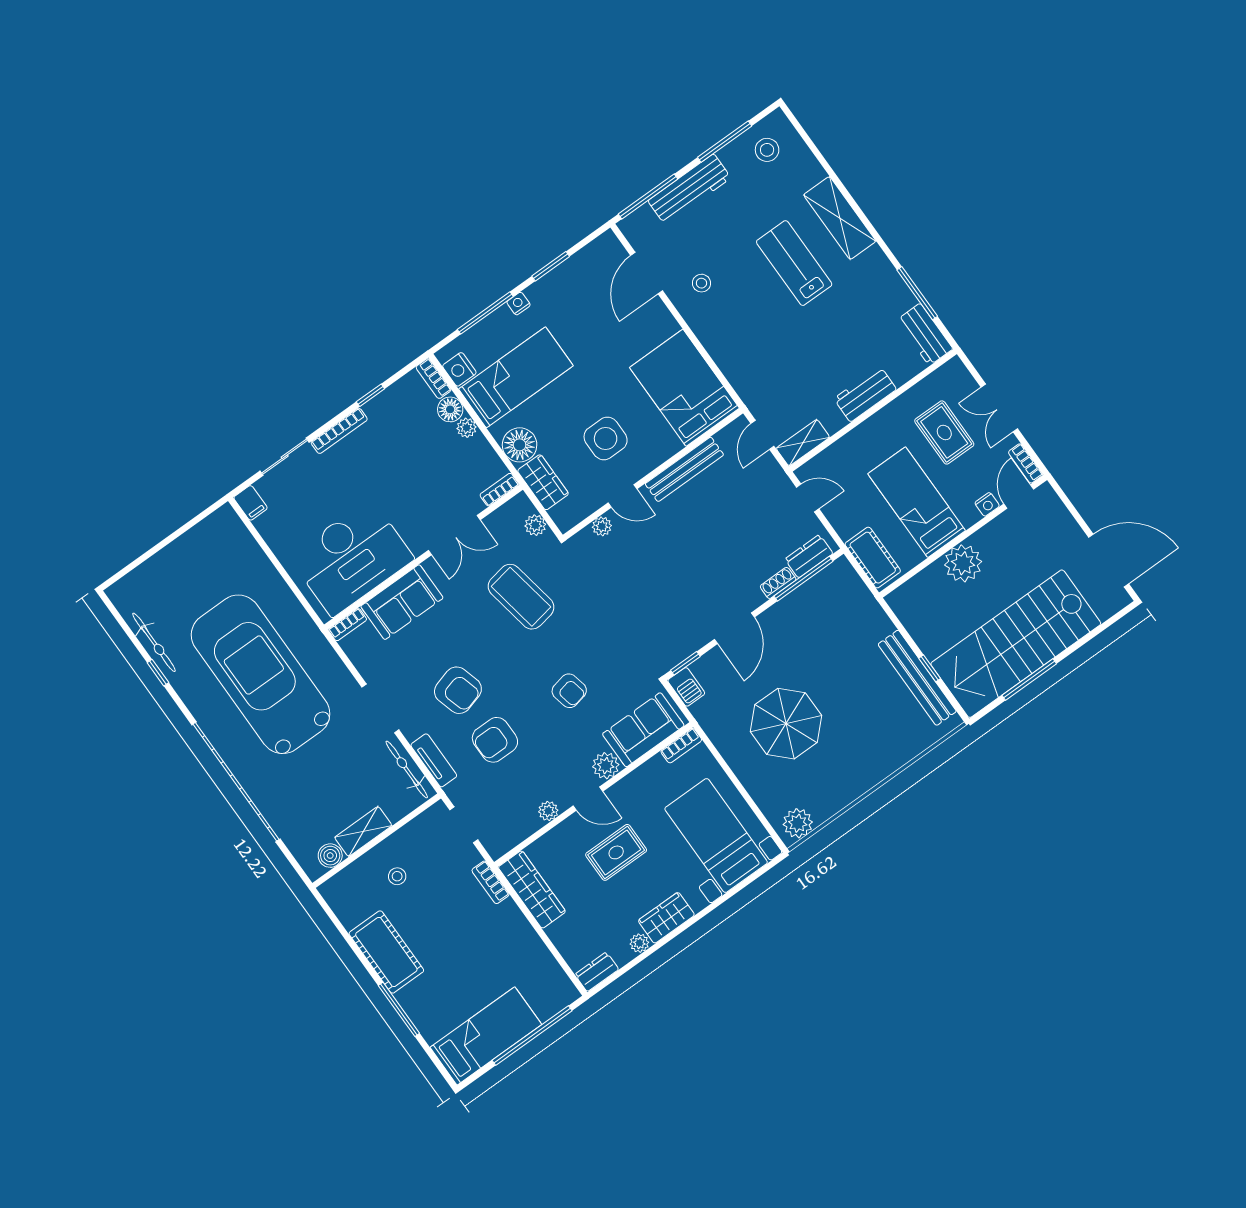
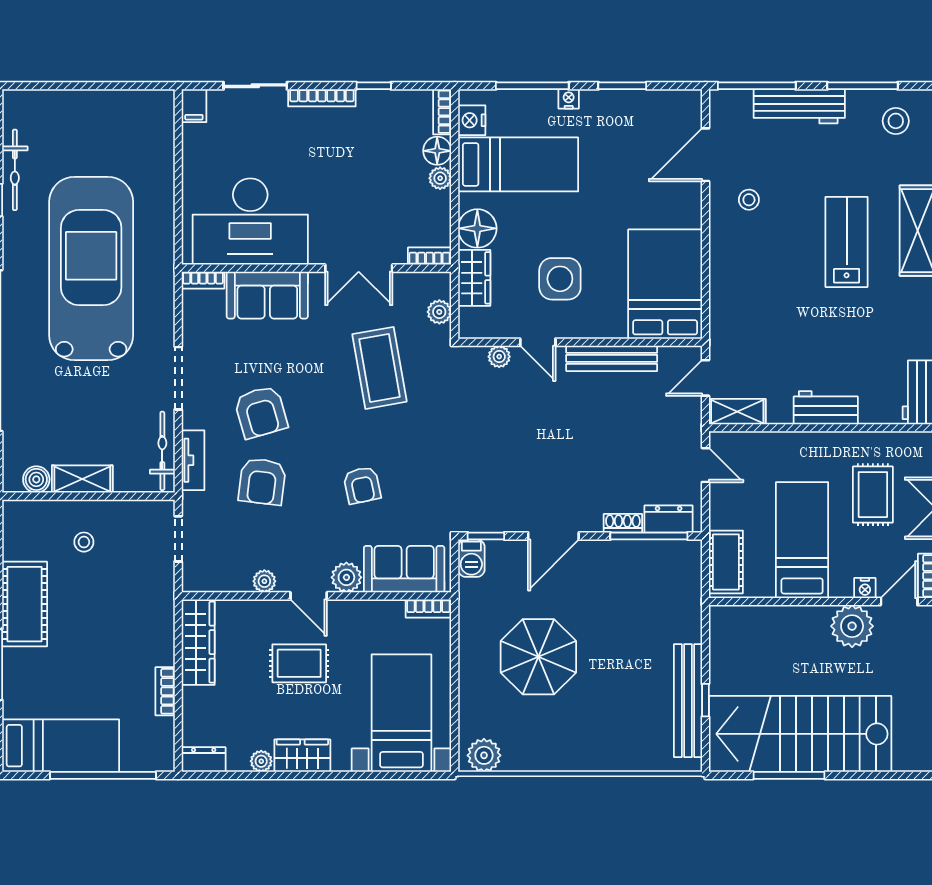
plant: (963, 563) -> (852, 626), moved
armchair: (495, 740) -> (262, 481), turned -83
bookcase: (491, 882) -> (165, 691), moved

